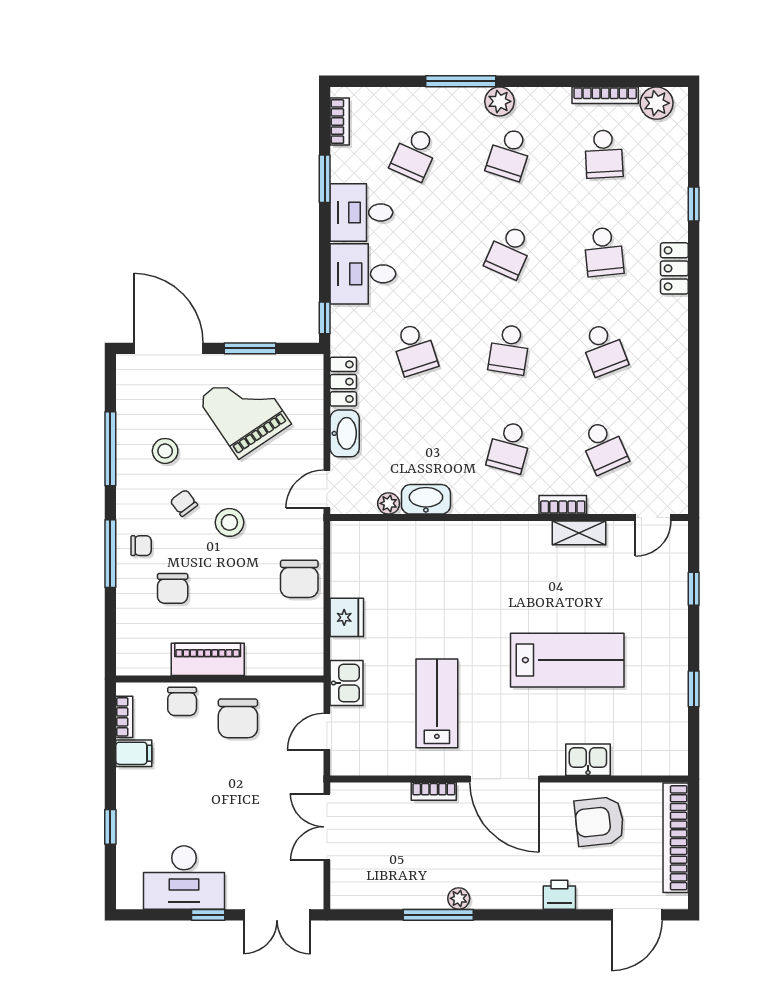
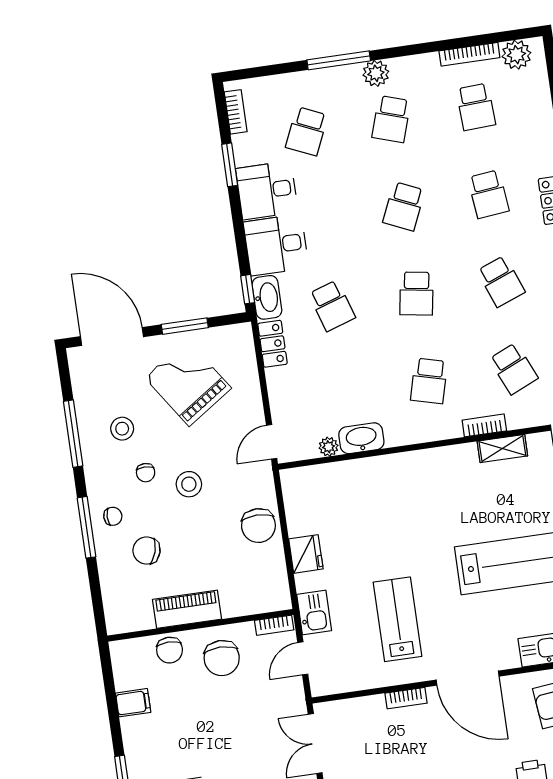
washbasin: (345, 433) -> (267, 297), moved
chair: (184, 503) -> (146, 473), turned -143
chair: (173, 588) -> (146, 550), turned 107
bookcase: (124, 717) -> (274, 625), moved, turned 90

